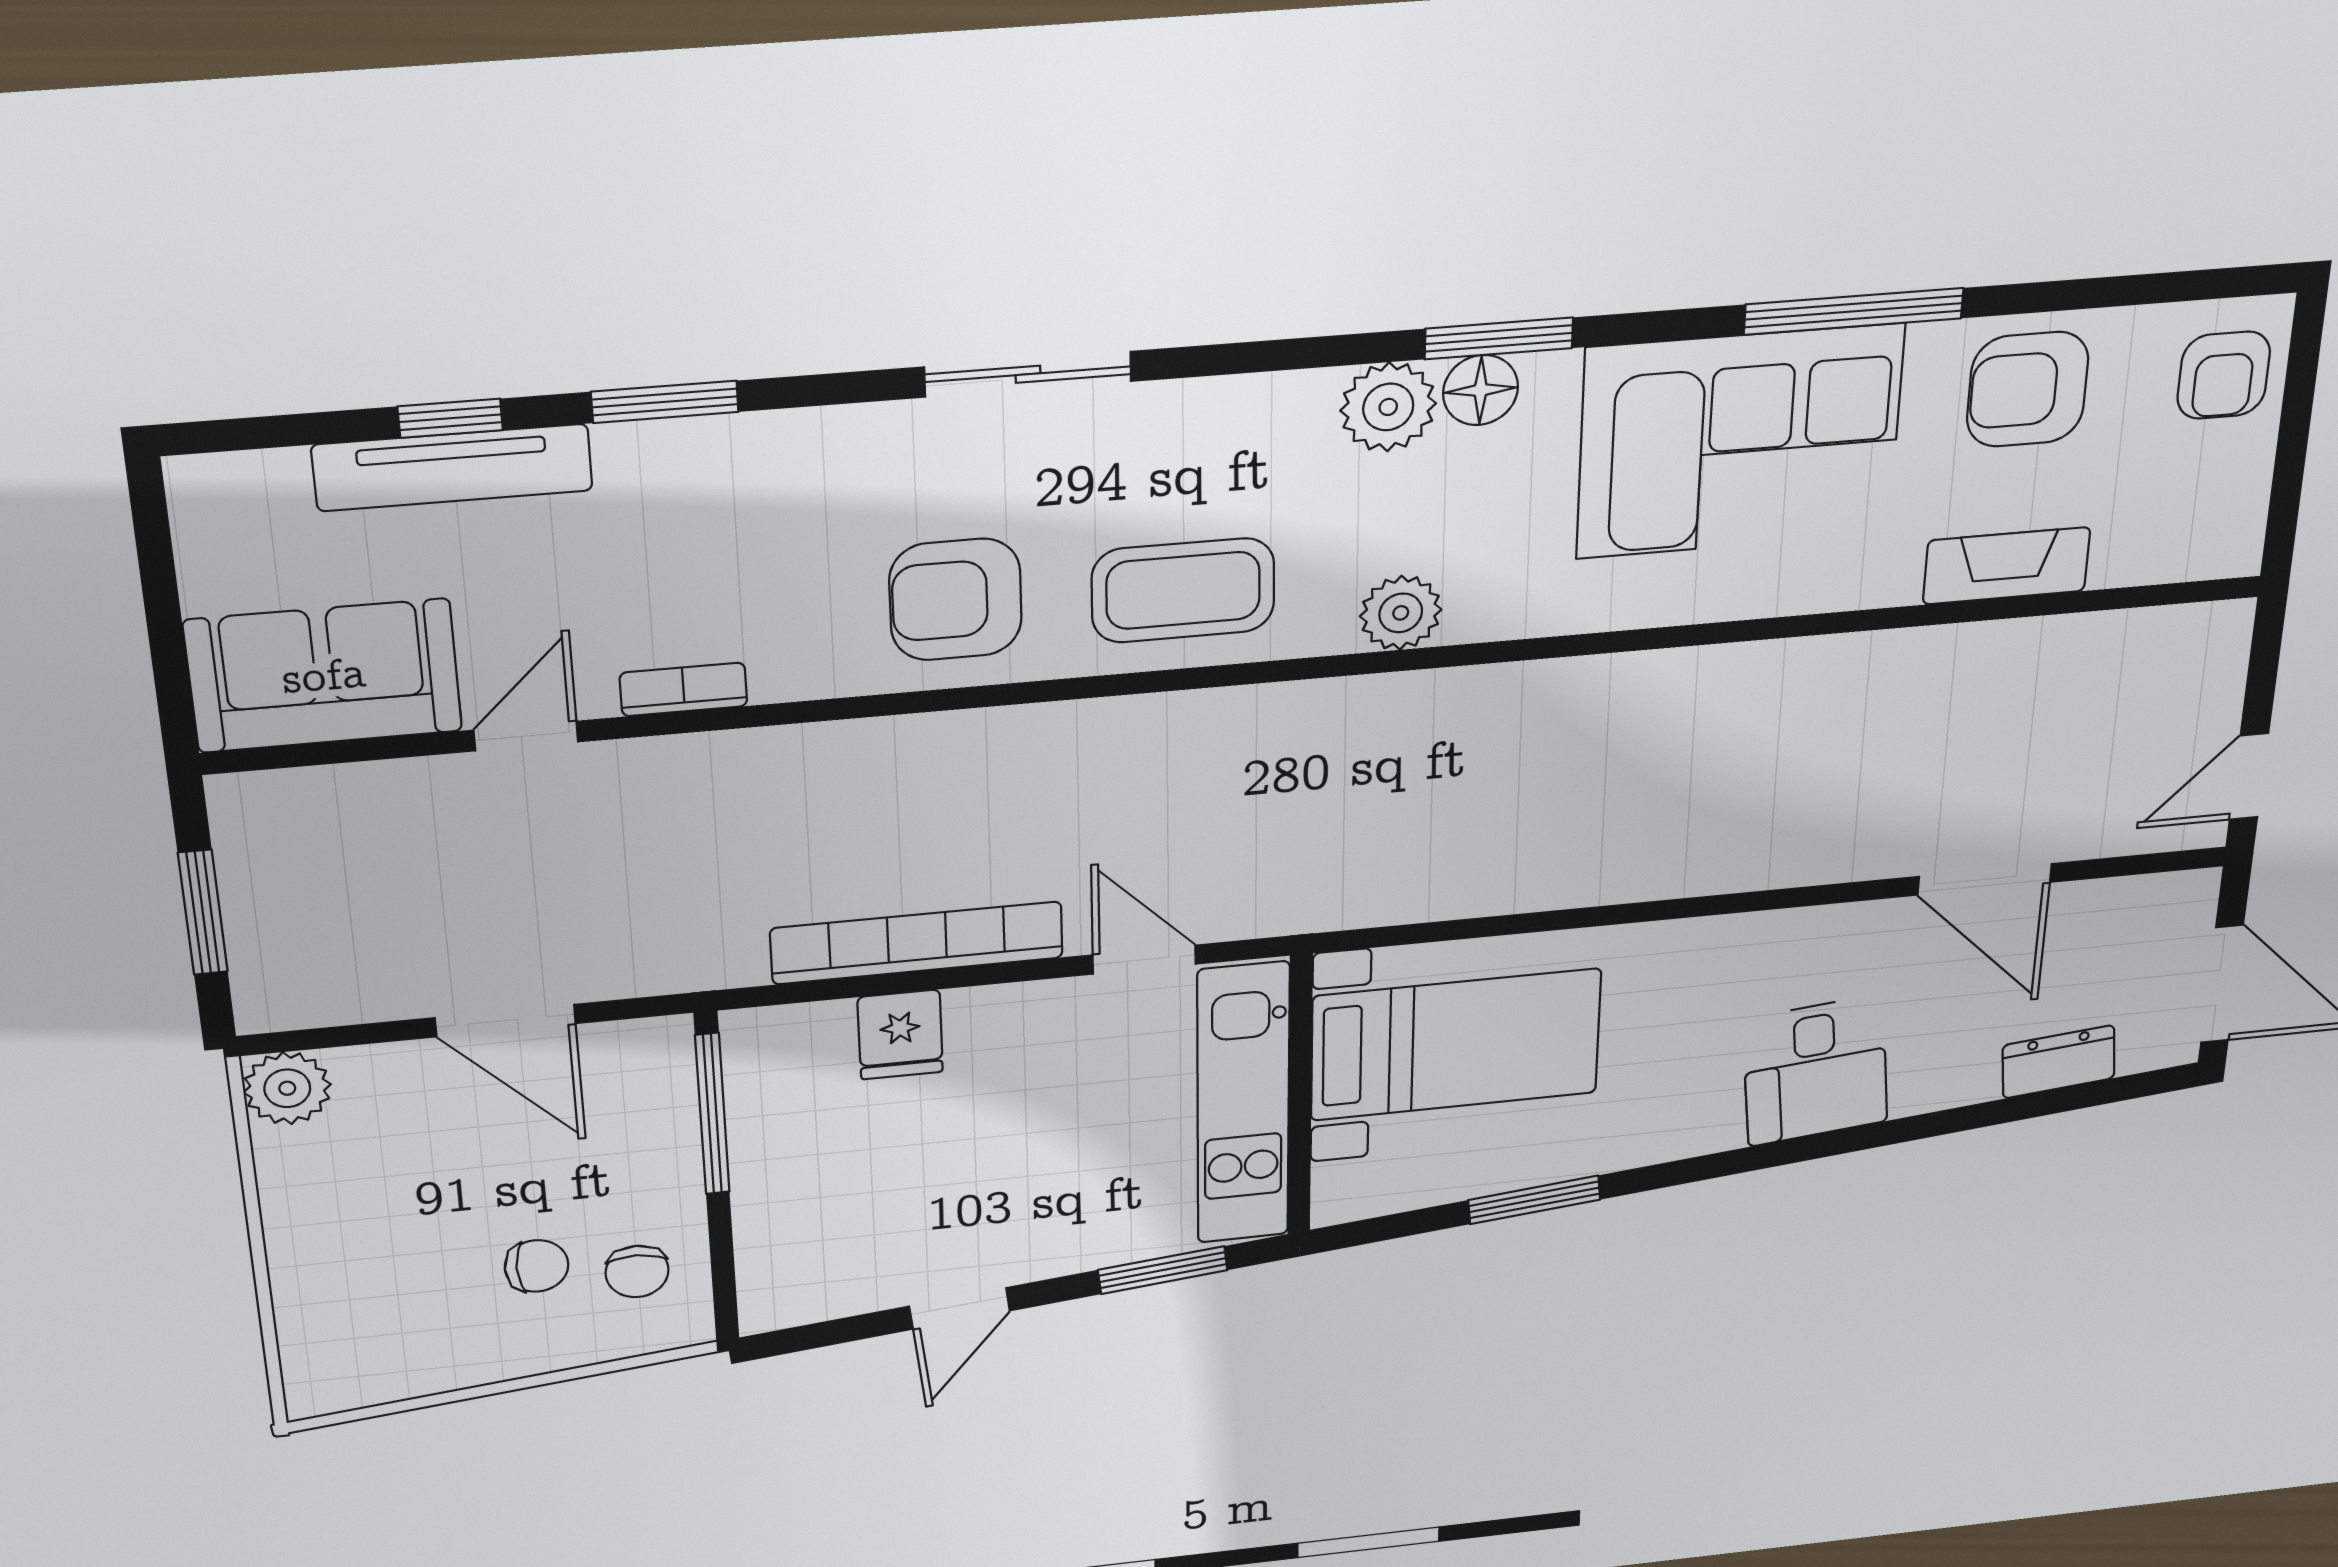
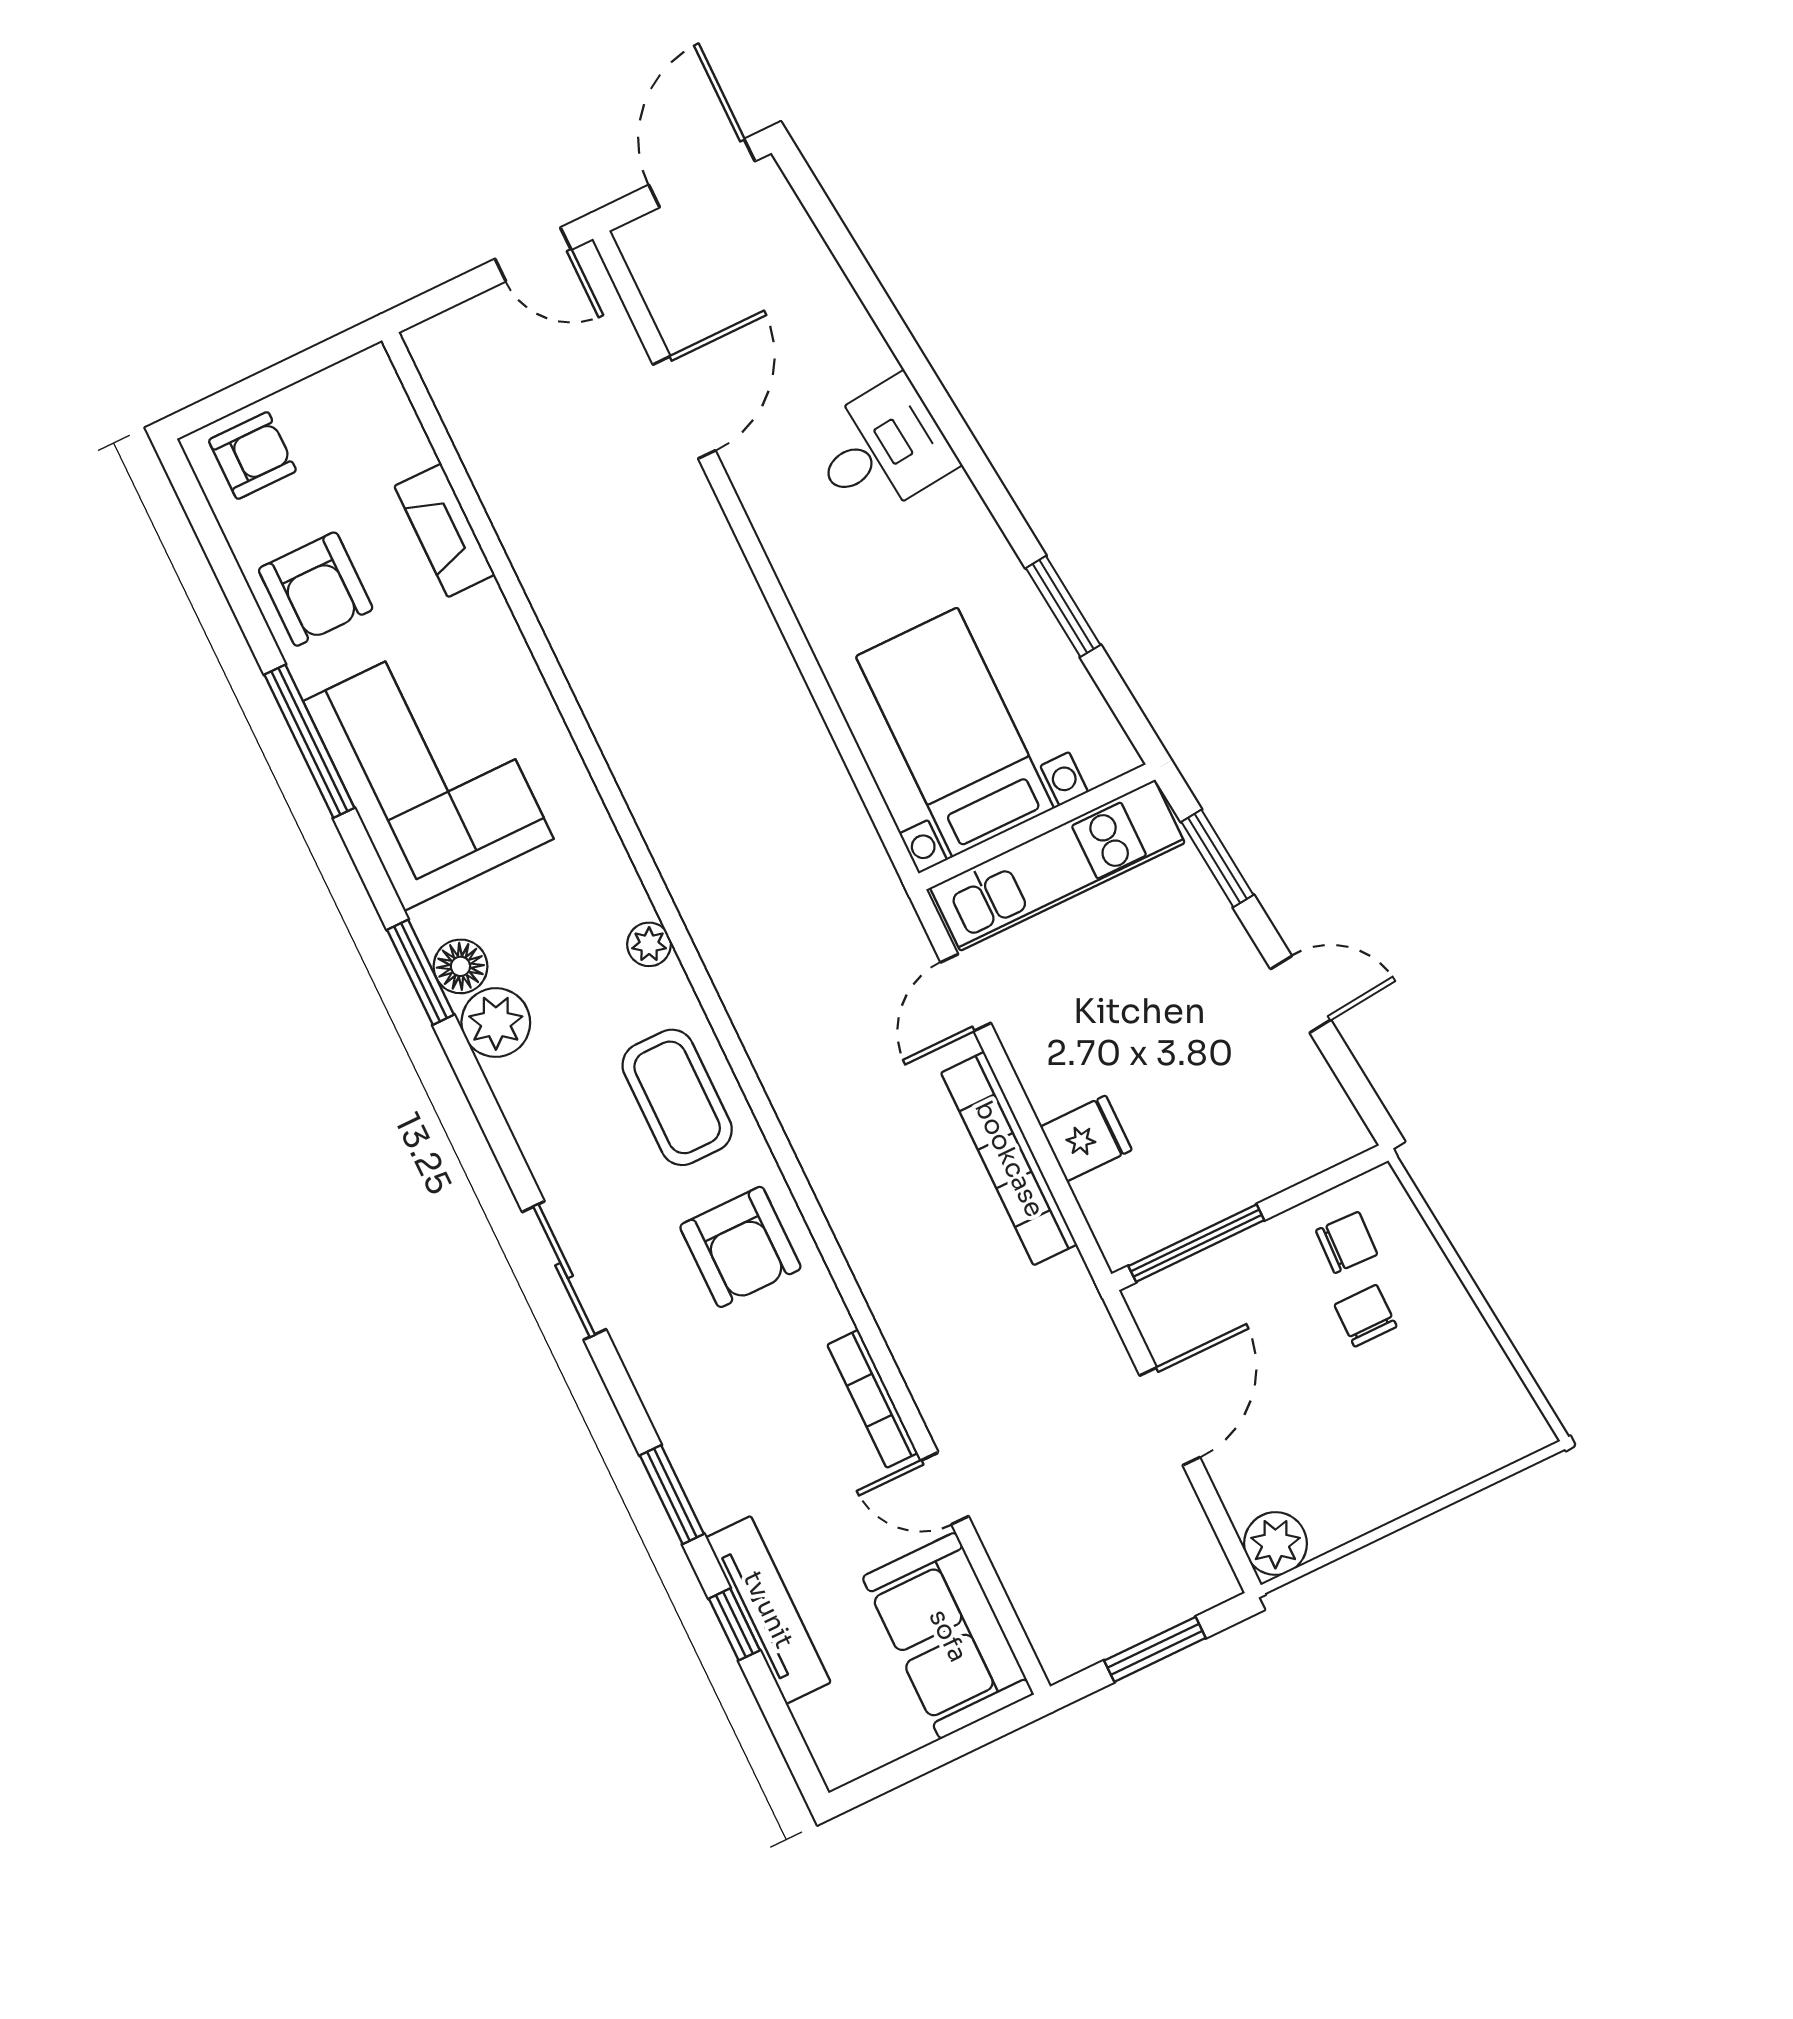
plant: (1401, 613) -> (649, 944), width x0.73, depth x0.73
bookcase: (683, 689) -> (872, 1399), width x1.56
dresser: (2059, 1062) -> (809, 263), removed

